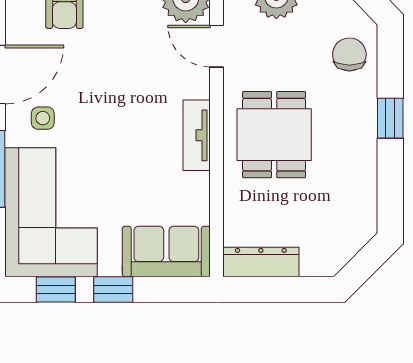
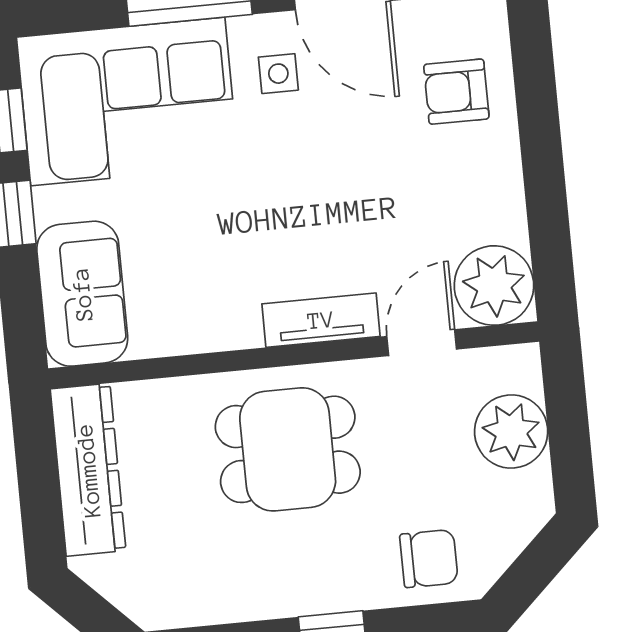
tv unit: (197, 135) -> (321, 320), moved
dresser: (261, 262) -> (88, 470), width x1.37, depth x1.24

